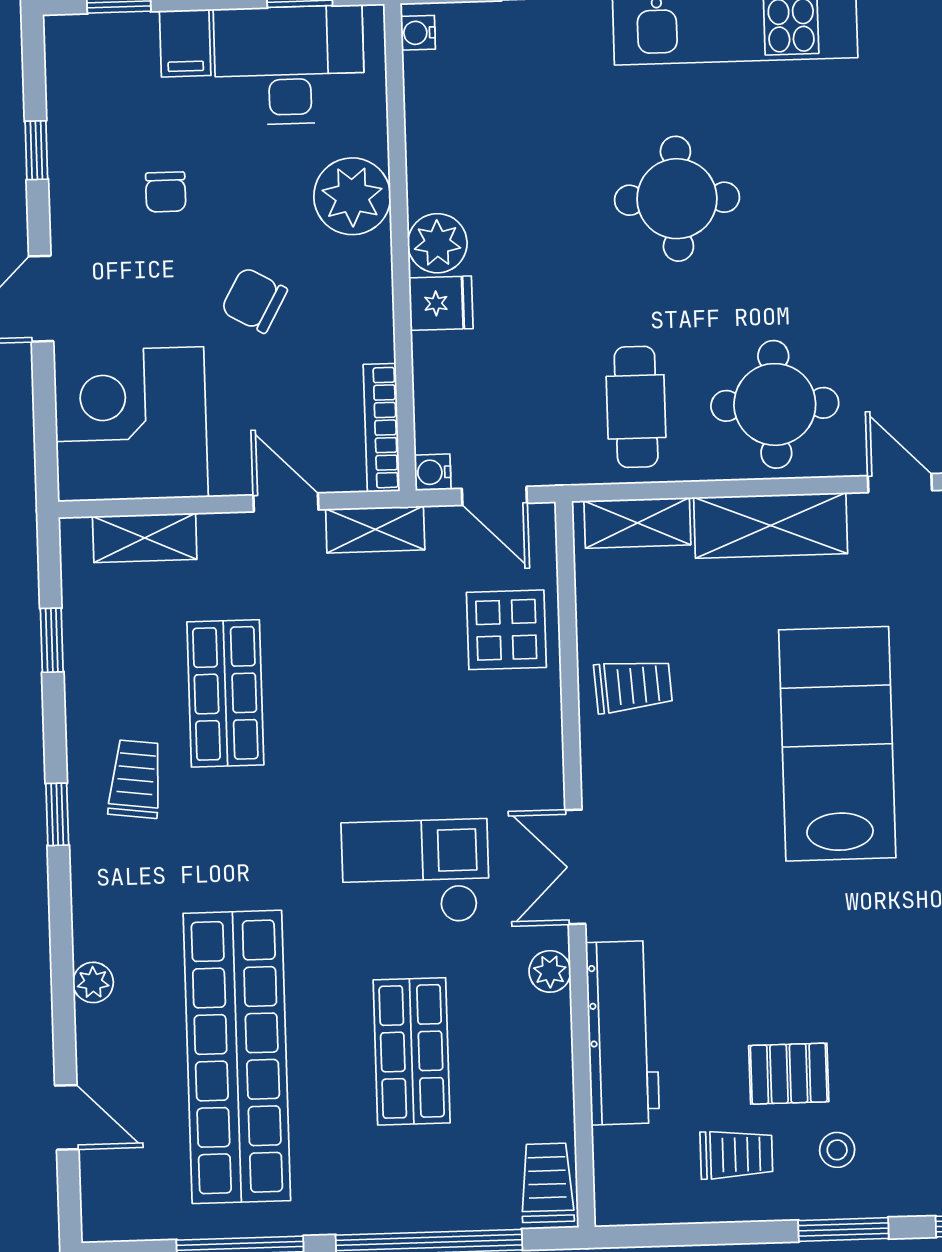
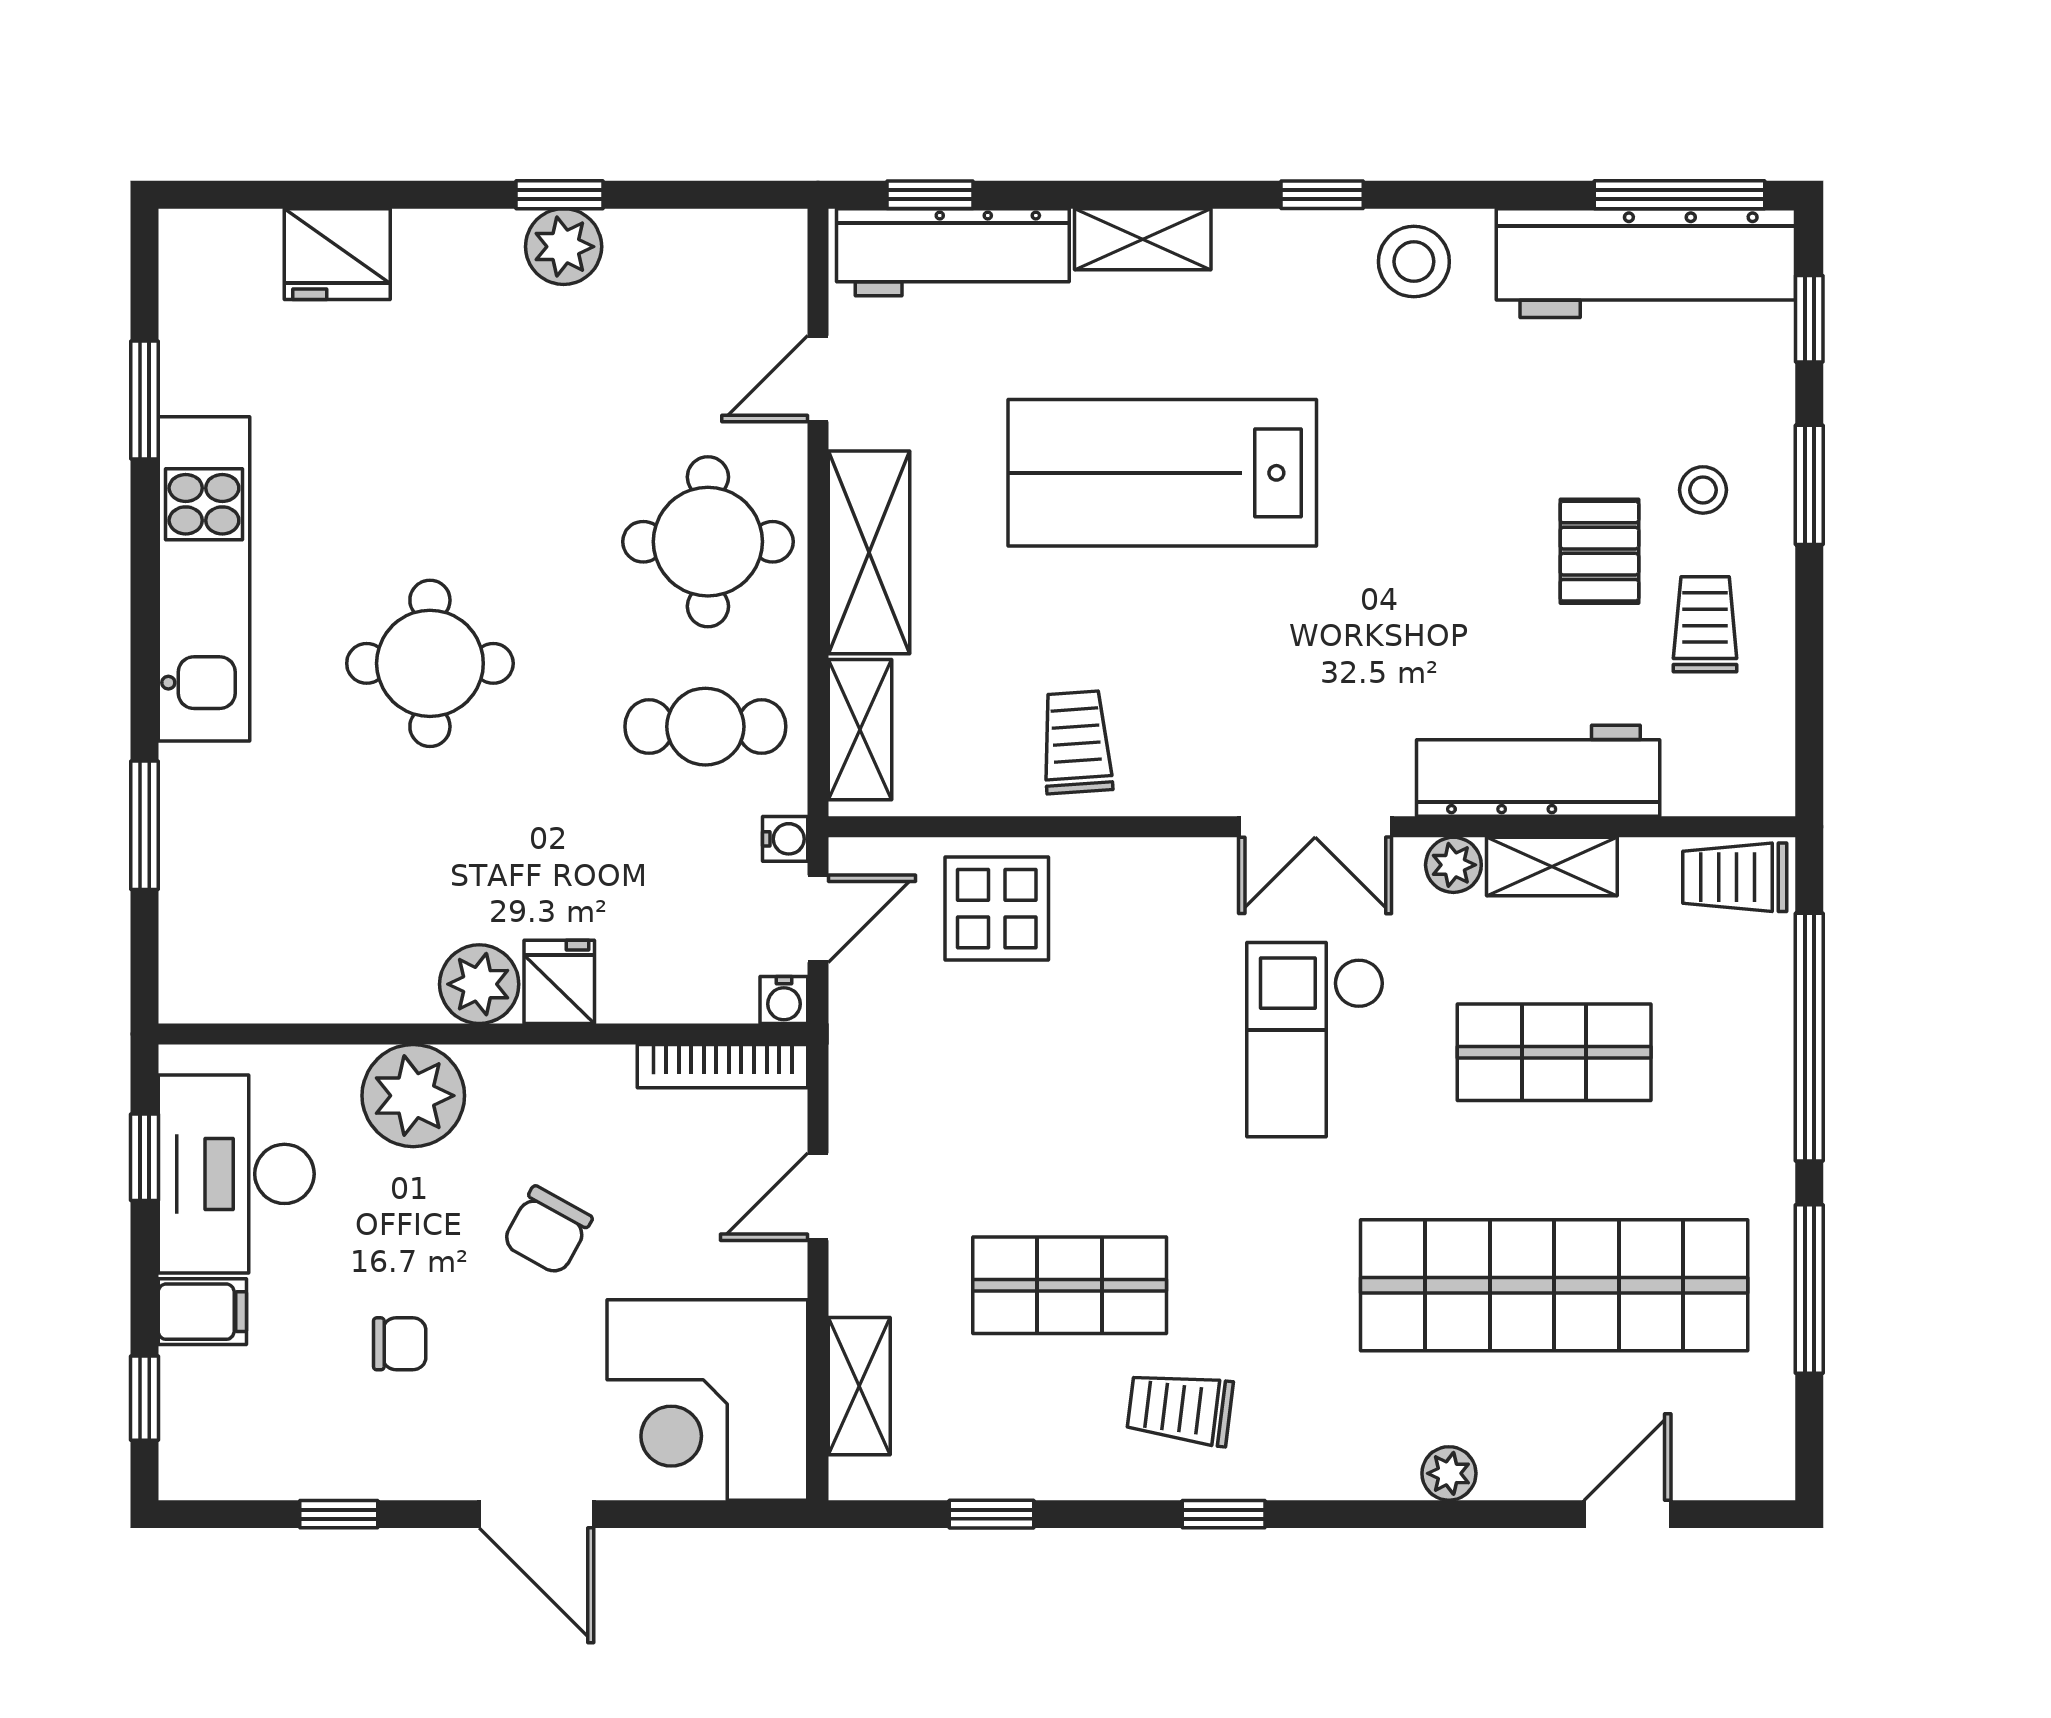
water cooler: (418, 33) -> (785, 839), moved, turned -90
shelving: (375, 529) -> (1552, 866), moved, turned 90

